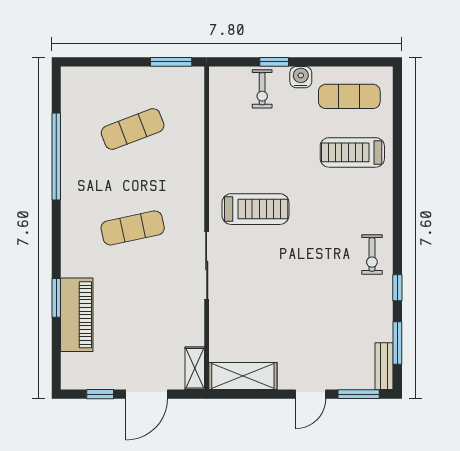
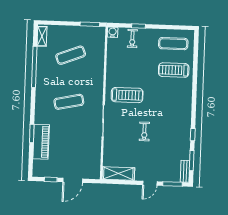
water cooler: (301, 77) -> (113, 32), moved
exercise bike: (372, 254) -> (144, 131), moved
shelving: (195, 368) -> (42, 36), moved

